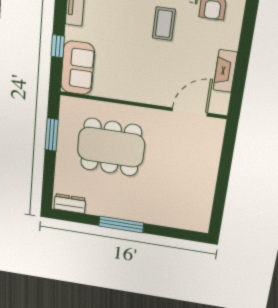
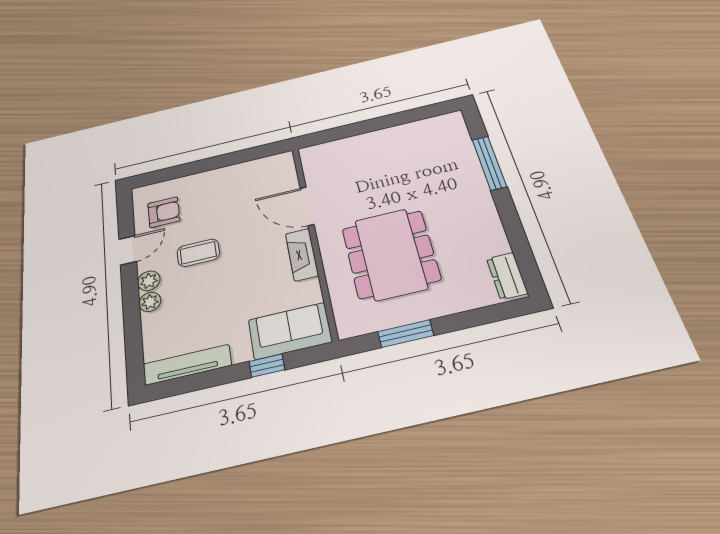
fireplace: (225, 71) -> (302, 255), moved, turned 90
door: (190, 112) -> (307, 206), moved
window: (121, 225) -> (489, 163), moved

